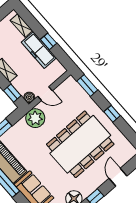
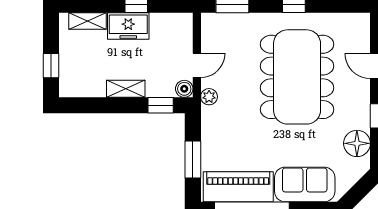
freezer: (39, 50) -> (128, 26), width x0.71
plant: (35, 118) -> (209, 97), width x0.53, depth x0.53

